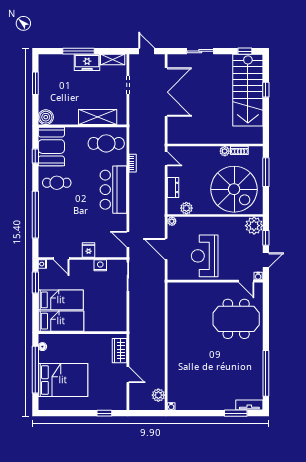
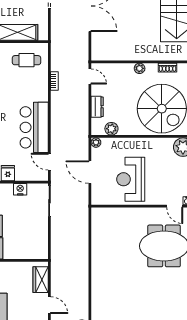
cafe table: (106, 143) -> (26, 60), width x0.73, depth x0.74
plant: (225, 151) -> (140, 68), moved
bar counter: (113, 190) -> (34, 127), moved

